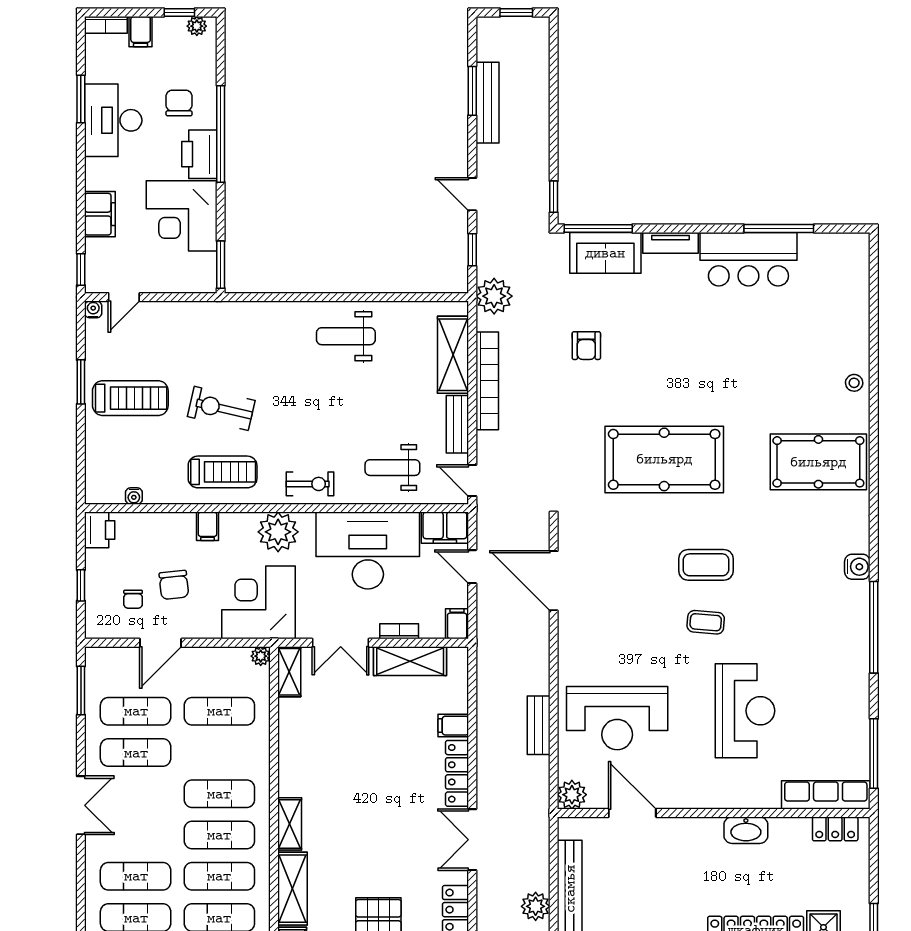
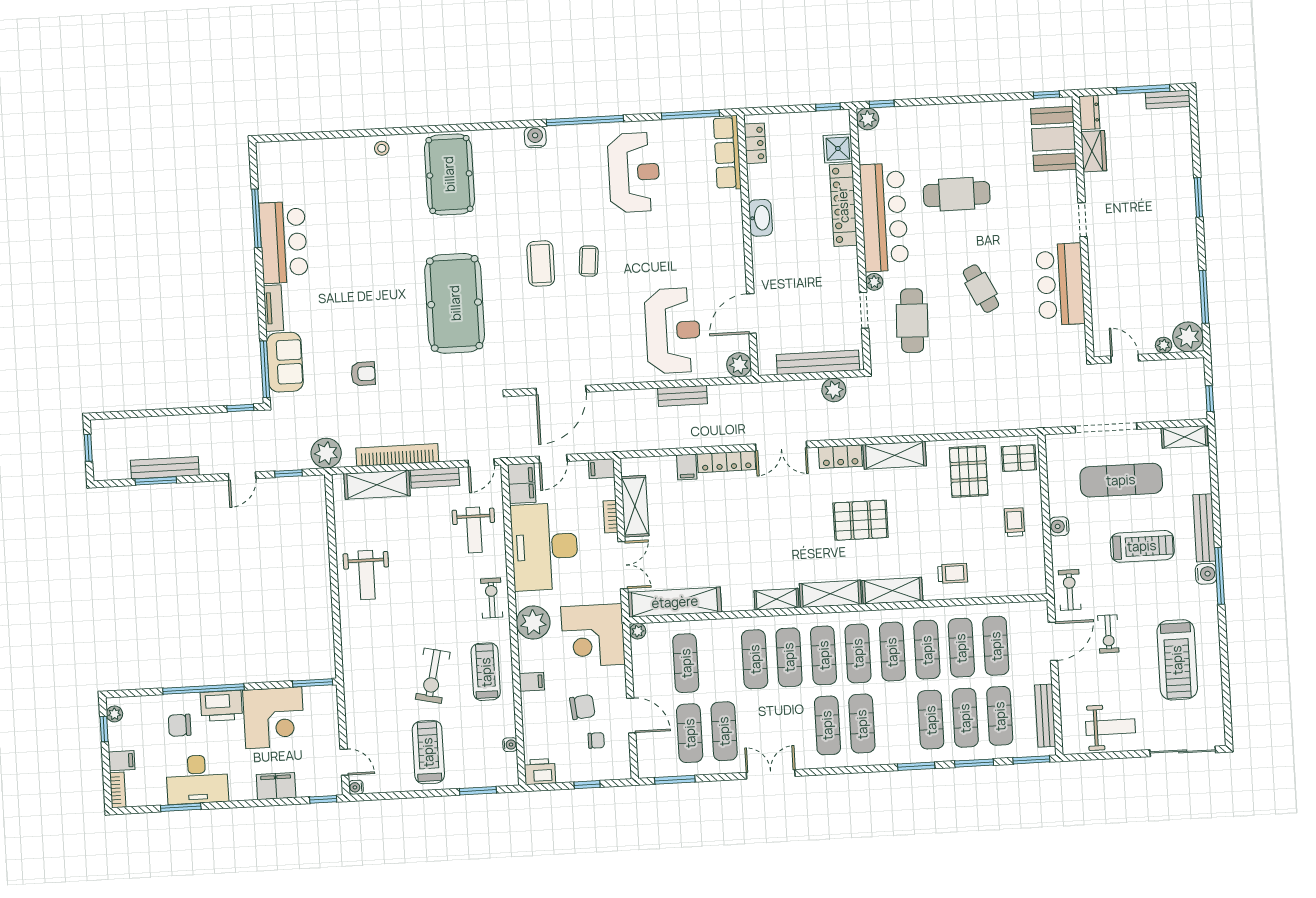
window: (81, 382) -> (478, 791), moved
shelving: (289, 672) -> (675, 602), width x2.20, depth x1.33
reception desk: (745, 711) -> (634, 172), moved, turned 90

